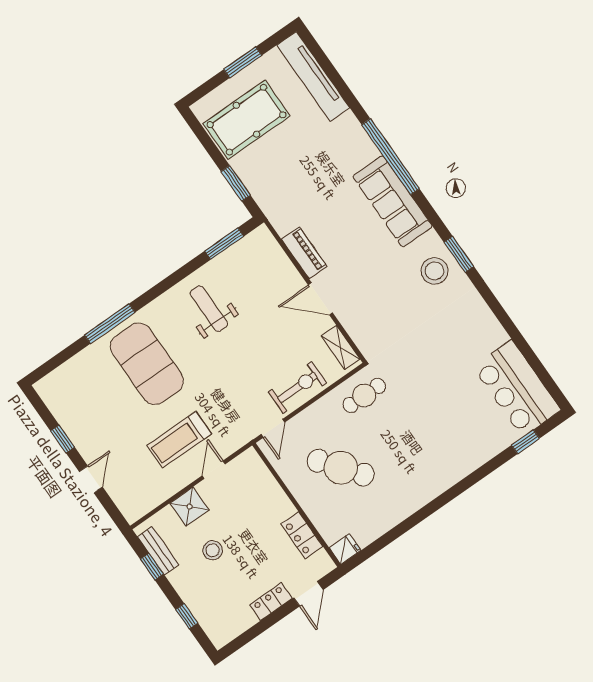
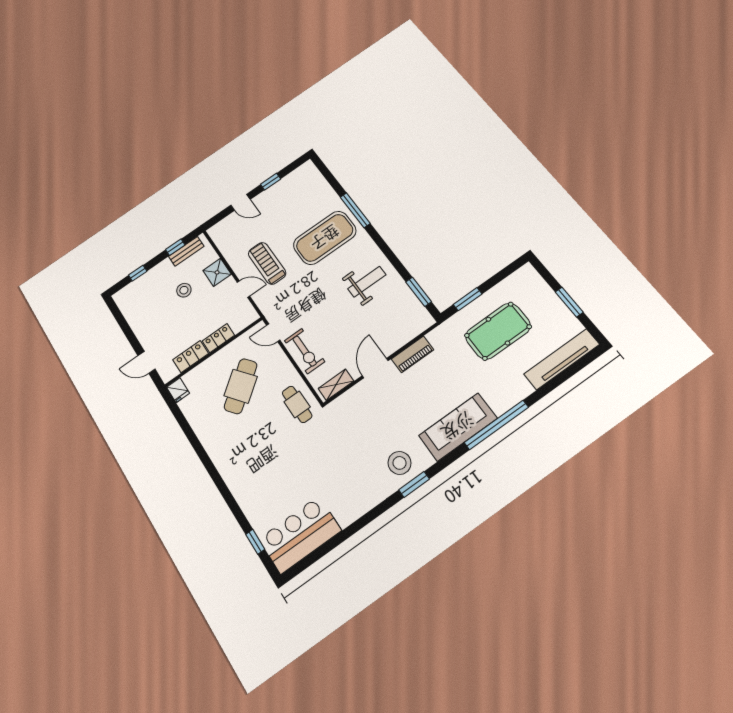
pool table: (246, 120) -> (498, 331), moved, turned 90
locker: (271, 602) -> (218, 338), moved, turned -90

